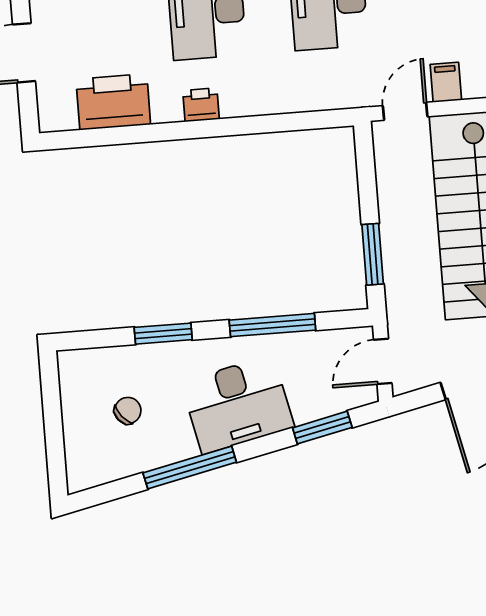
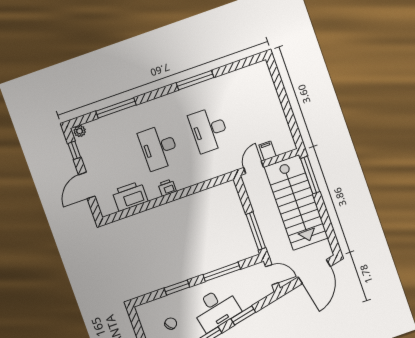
window: (373, 254) -> (256, 231), width x1.44
door: (383, 361) -> (272, 275), swing flipped
window: (322, 428) -> (243, 315), moved

